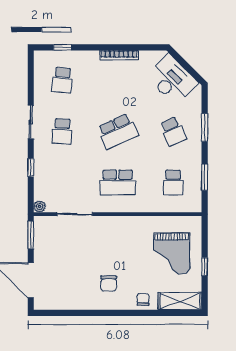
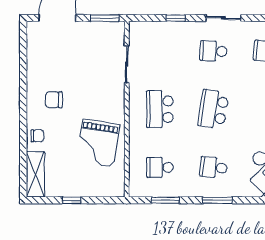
school desk: (118, 131) -> (213, 109), turned 33
school desk: (173, 131) -> (213, 167), turned 30
plant: (40, 206) -> (135, 27), removed
grand piano: (172, 253) -> (98, 143), moved, turned -81

